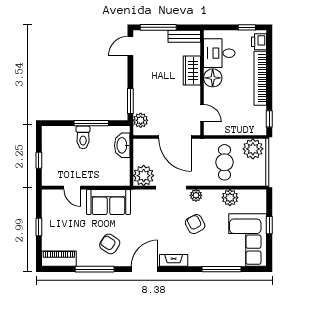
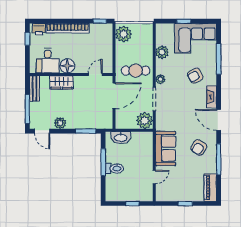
plant: (141, 120) -> (60, 123), moved
cafe table: (225, 162) -> (136, 71), moved
armchair: (195, 224) -> (195, 76), moved

